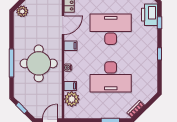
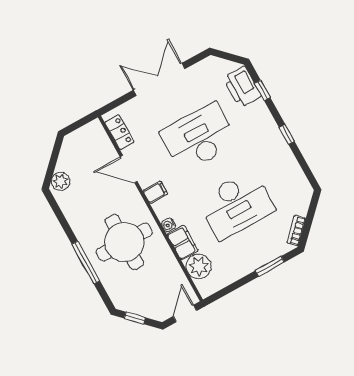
door: (63, 25) -> (129, 169), swing flipped
filing cabinet: (70, 86) -> (183, 243), width x2.00

